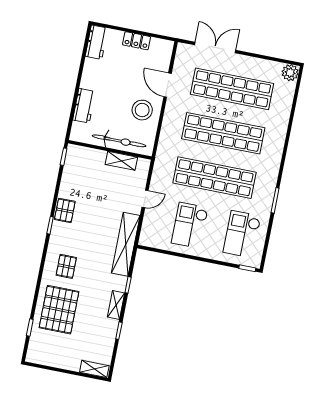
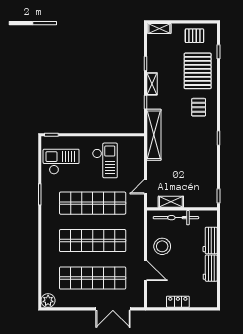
workbench: (96, 42) -> (210, 268), moved
door: (145, 199) -> (146, 187), moved
pallet: (65, 210) -> (194, 36), moved, turned 90
checkout: (242, 234) -> (61, 162), turned -90

